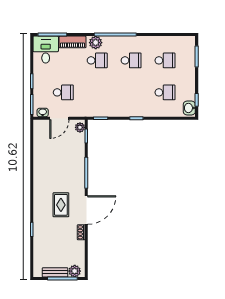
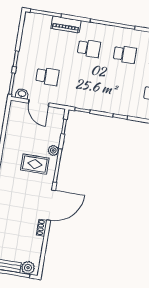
plant: (96, 43) -> (90, 29), removed
desk: (46, 50) -> (36, 28), removed
door: (59, 118) -> (39, 103), hinge flipped
plant: (80, 127) -> (53, 150), moved
rug: (61, 205) -> (35, 164), moved, turned 90

